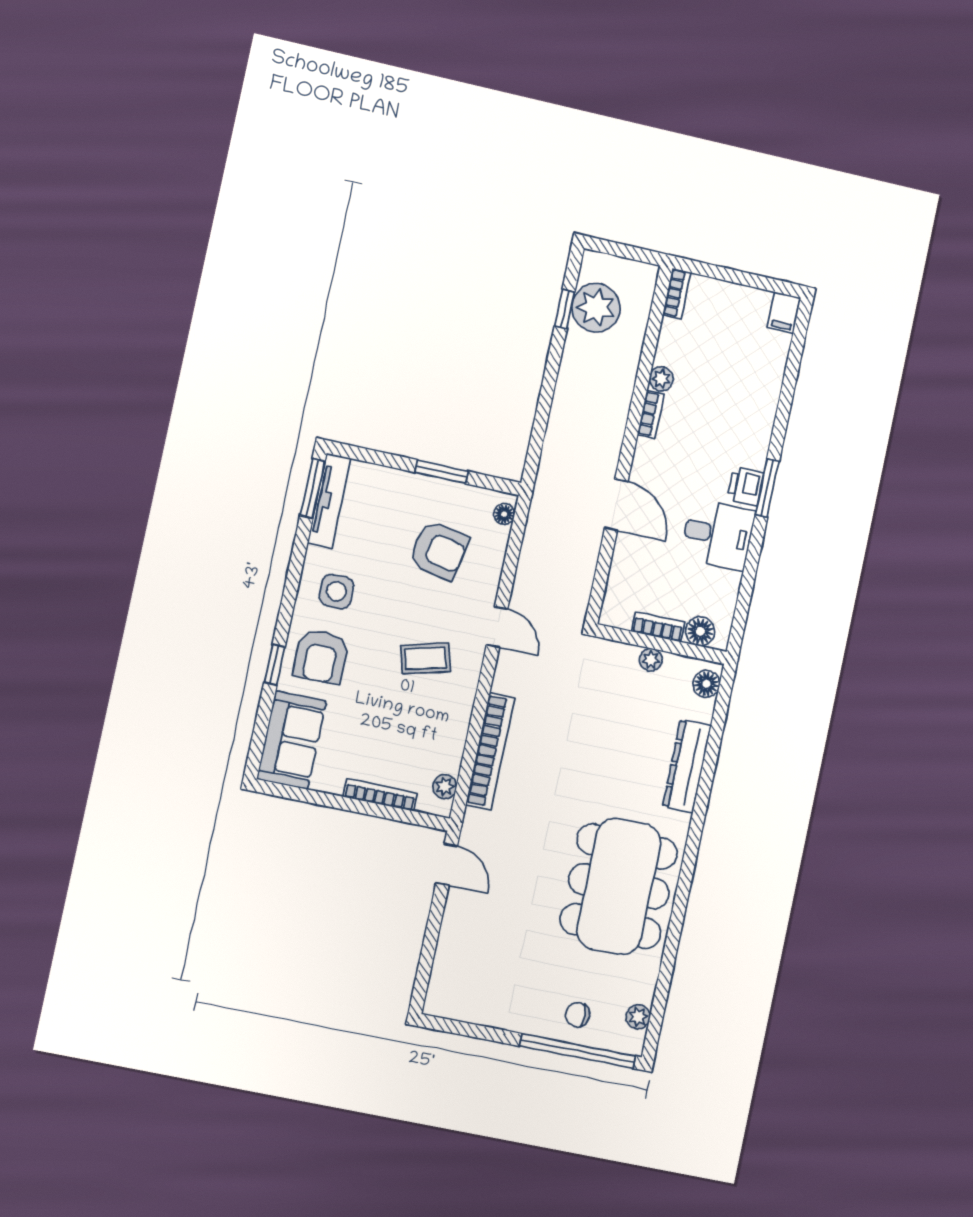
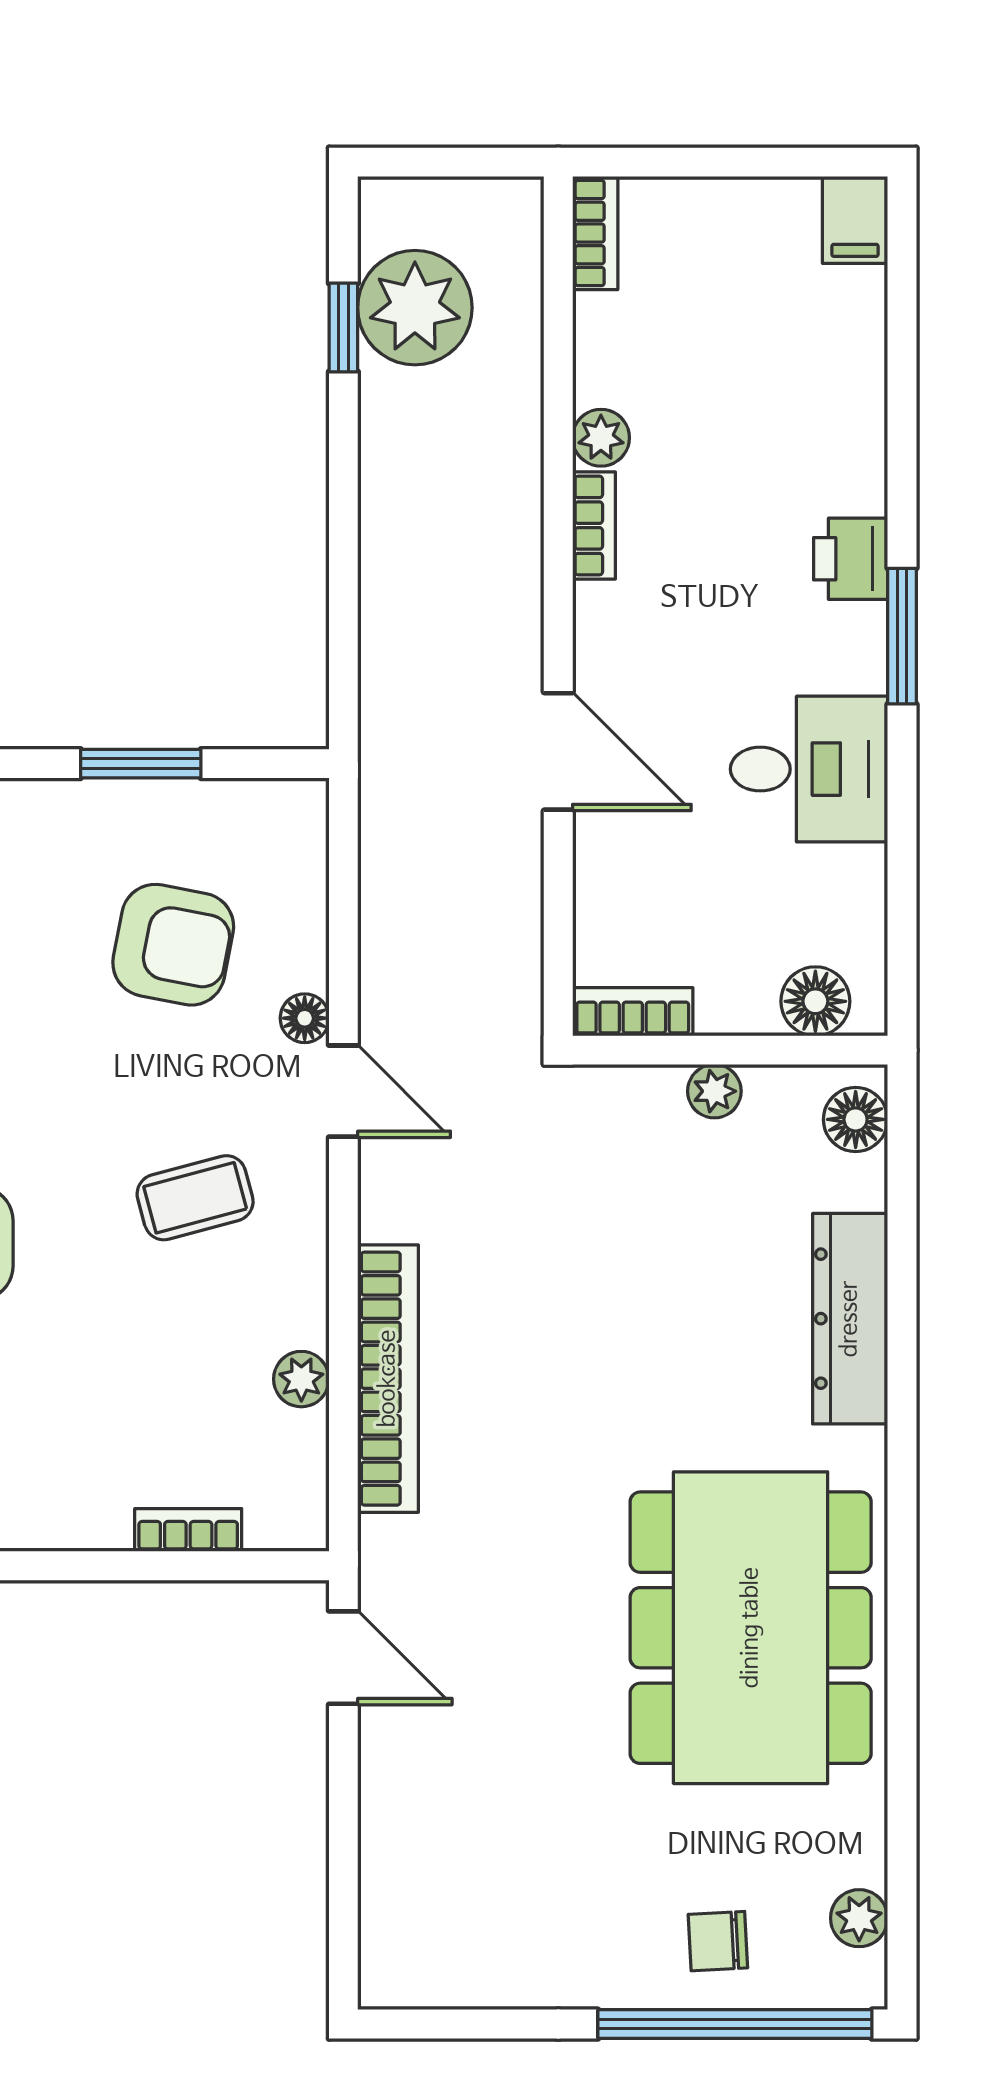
printer: (746, 486) -> (851, 559), moved
floor lamp: (504, 514) -> (305, 1018), moved
bookcase: (658, 627) -> (633, 1012), moved
plant: (445, 787) -> (301, 1379), moved
bookcase: (380, 795) -> (188, 1530), width x0.64

